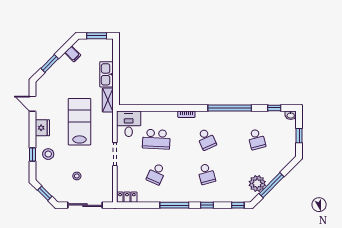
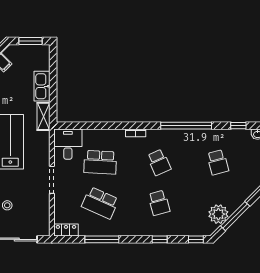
school desk: (156, 174) -> (100, 203), width x1.85
window: (174, 205) -> (102, 239), moved

